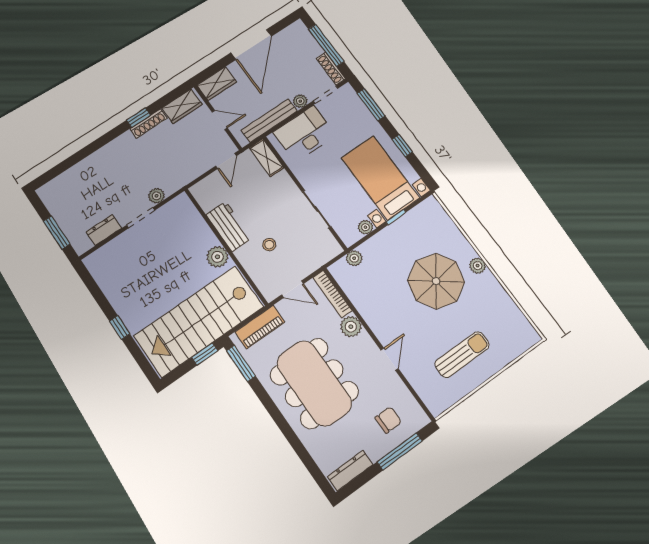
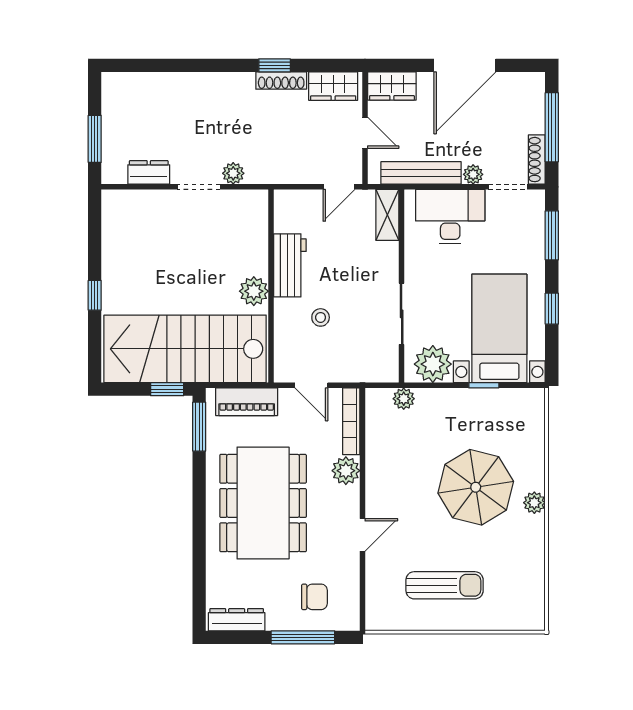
plant: (365, 227) -> (433, 364), width x1.87, depth x1.87

